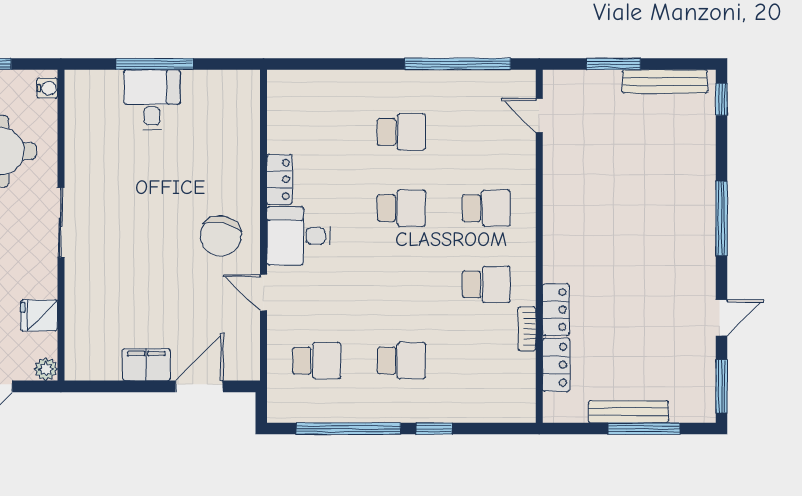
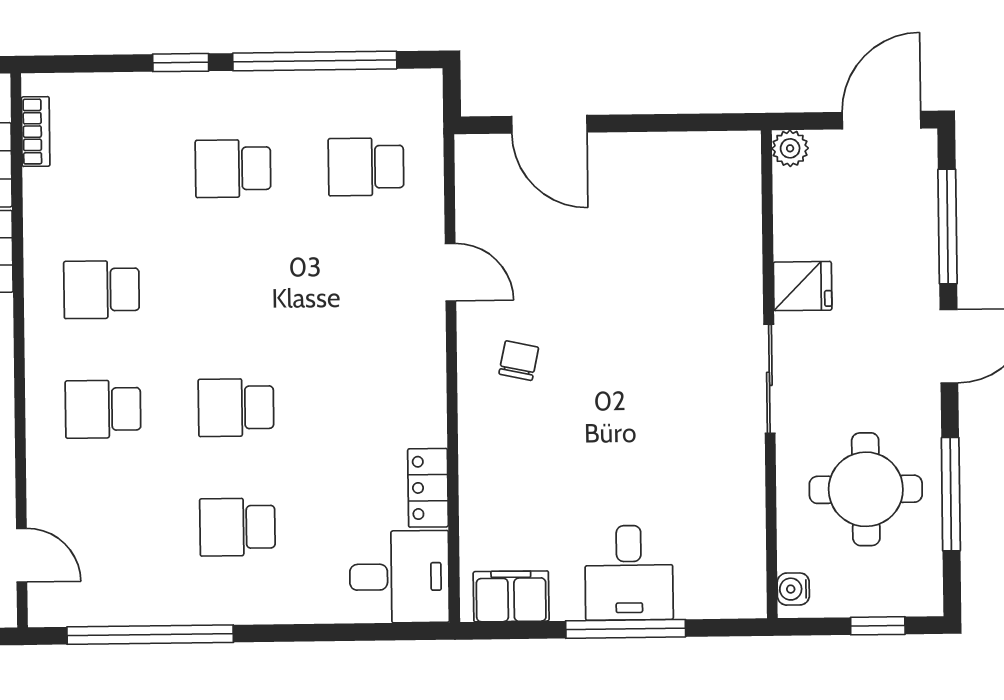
locker: (280, 179) -> (428, 488), moved
chair: (221, 236) -> (519, 361), width x0.54, depth x0.54
desk: (298, 236) -> (399, 577), moved
fridge: (39, 315) -> (803, 286), moved
bookcase: (527, 329) -> (36, 132), moved
filing cabinet: (146, 365) -> (511, 596), moved, turned 180
door: (199, 386) -> (549, 124), hinge flipped

